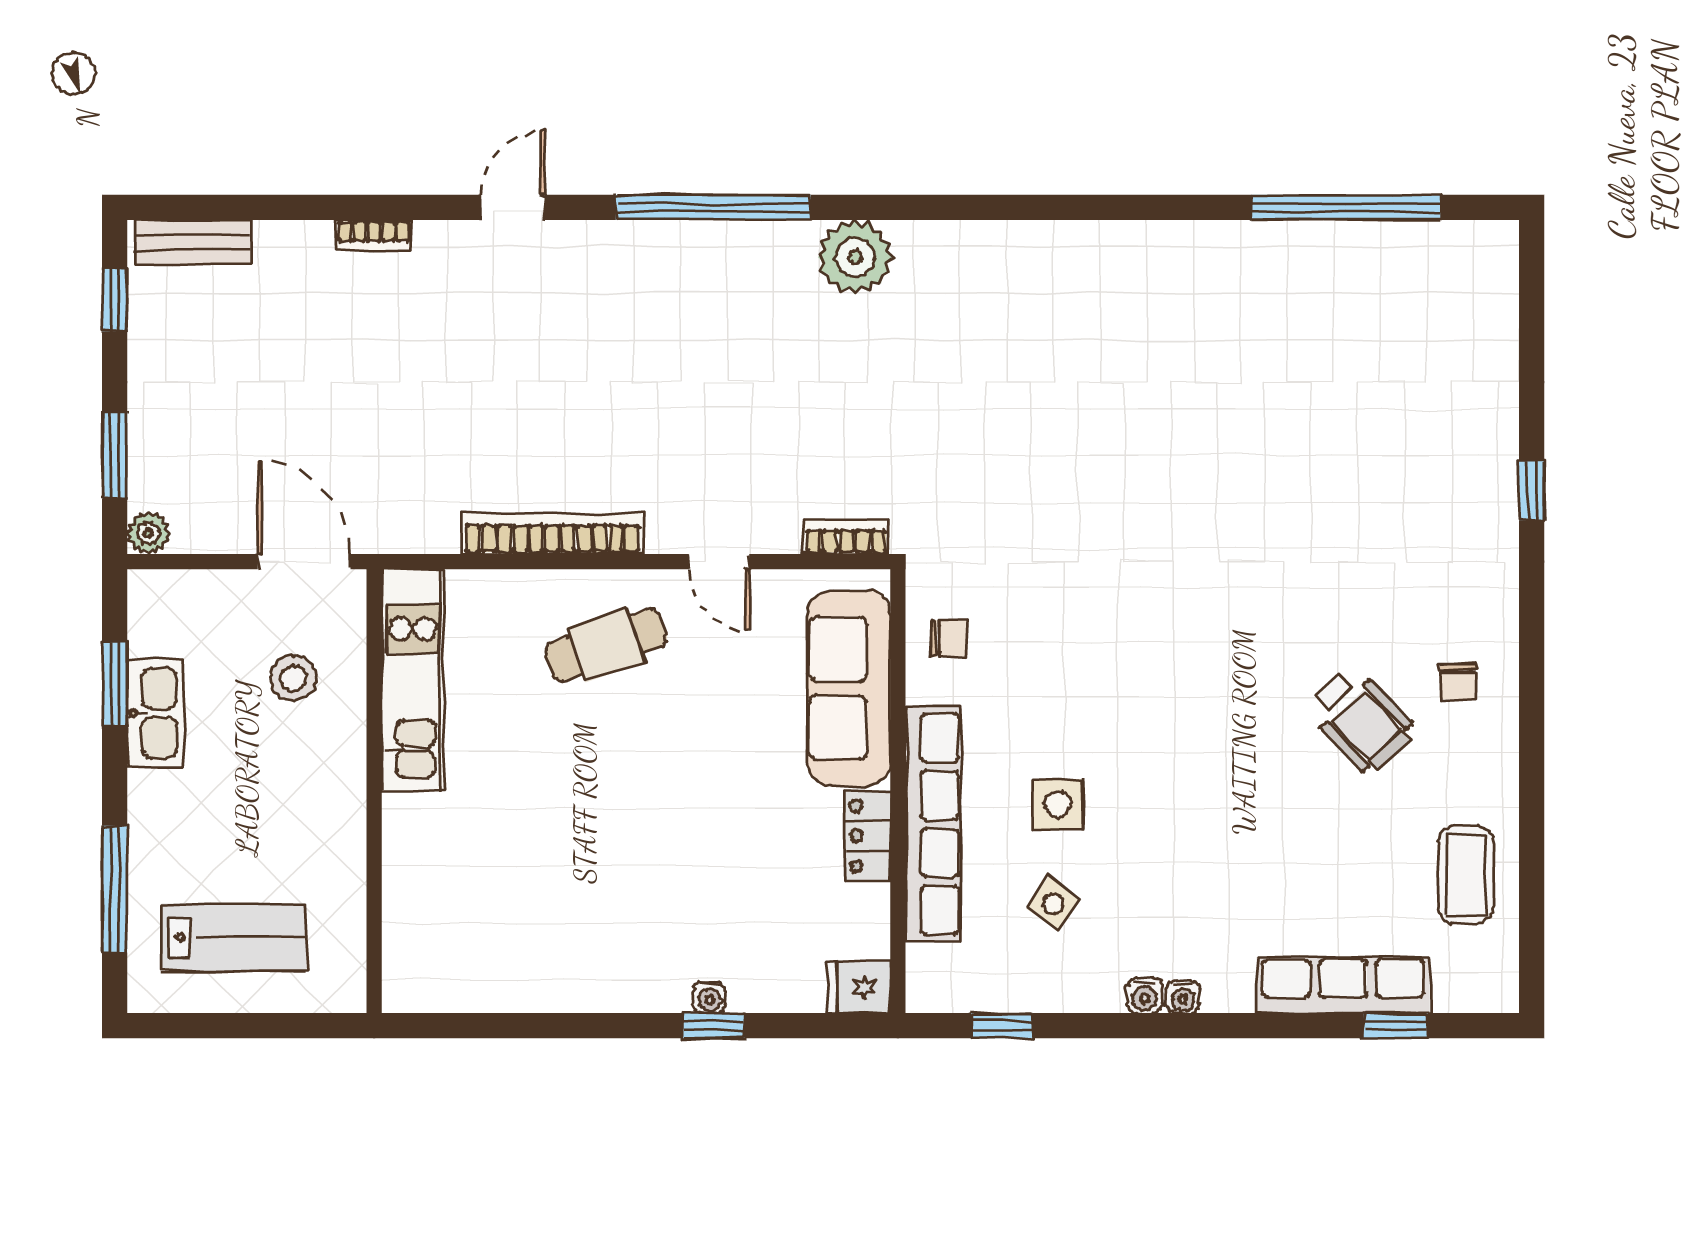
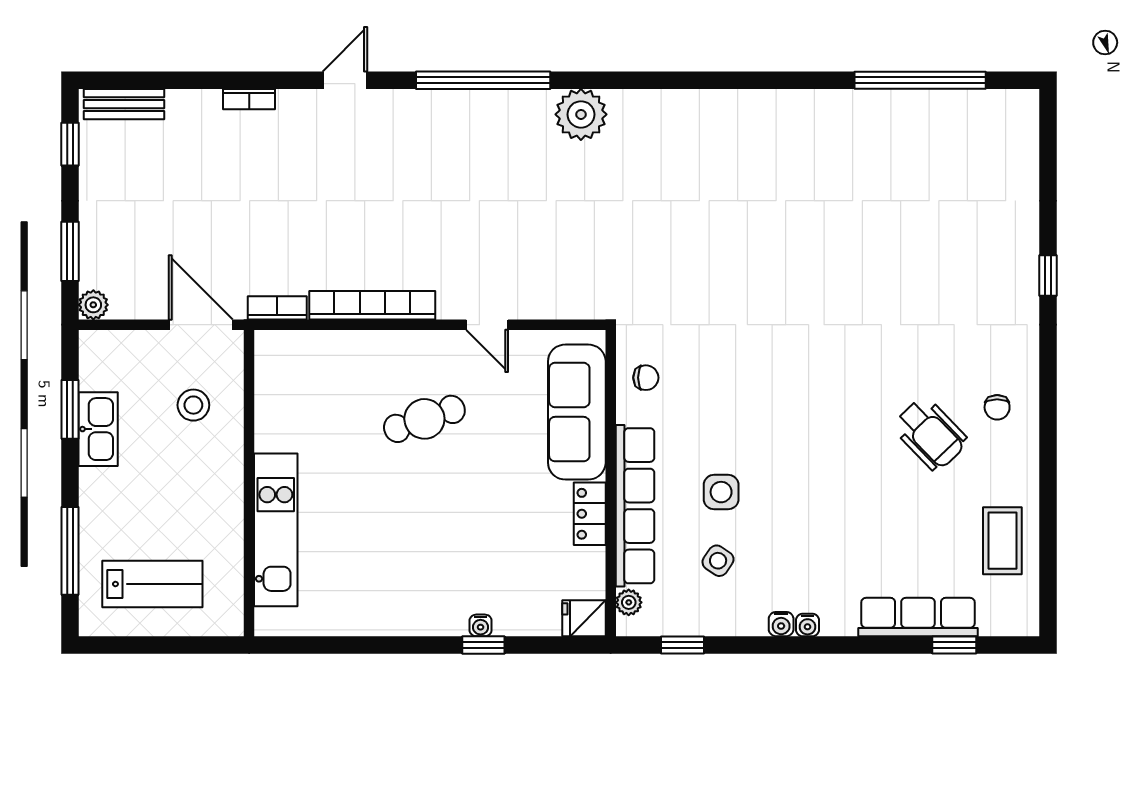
bookcase: (846, 537) -> (277, 308), moved
cafe table: (606, 645) -> (424, 419), moved
kitchen unit: (413, 680) -> (276, 530), moved
plant: (924, 964) -> (629, 602), added

